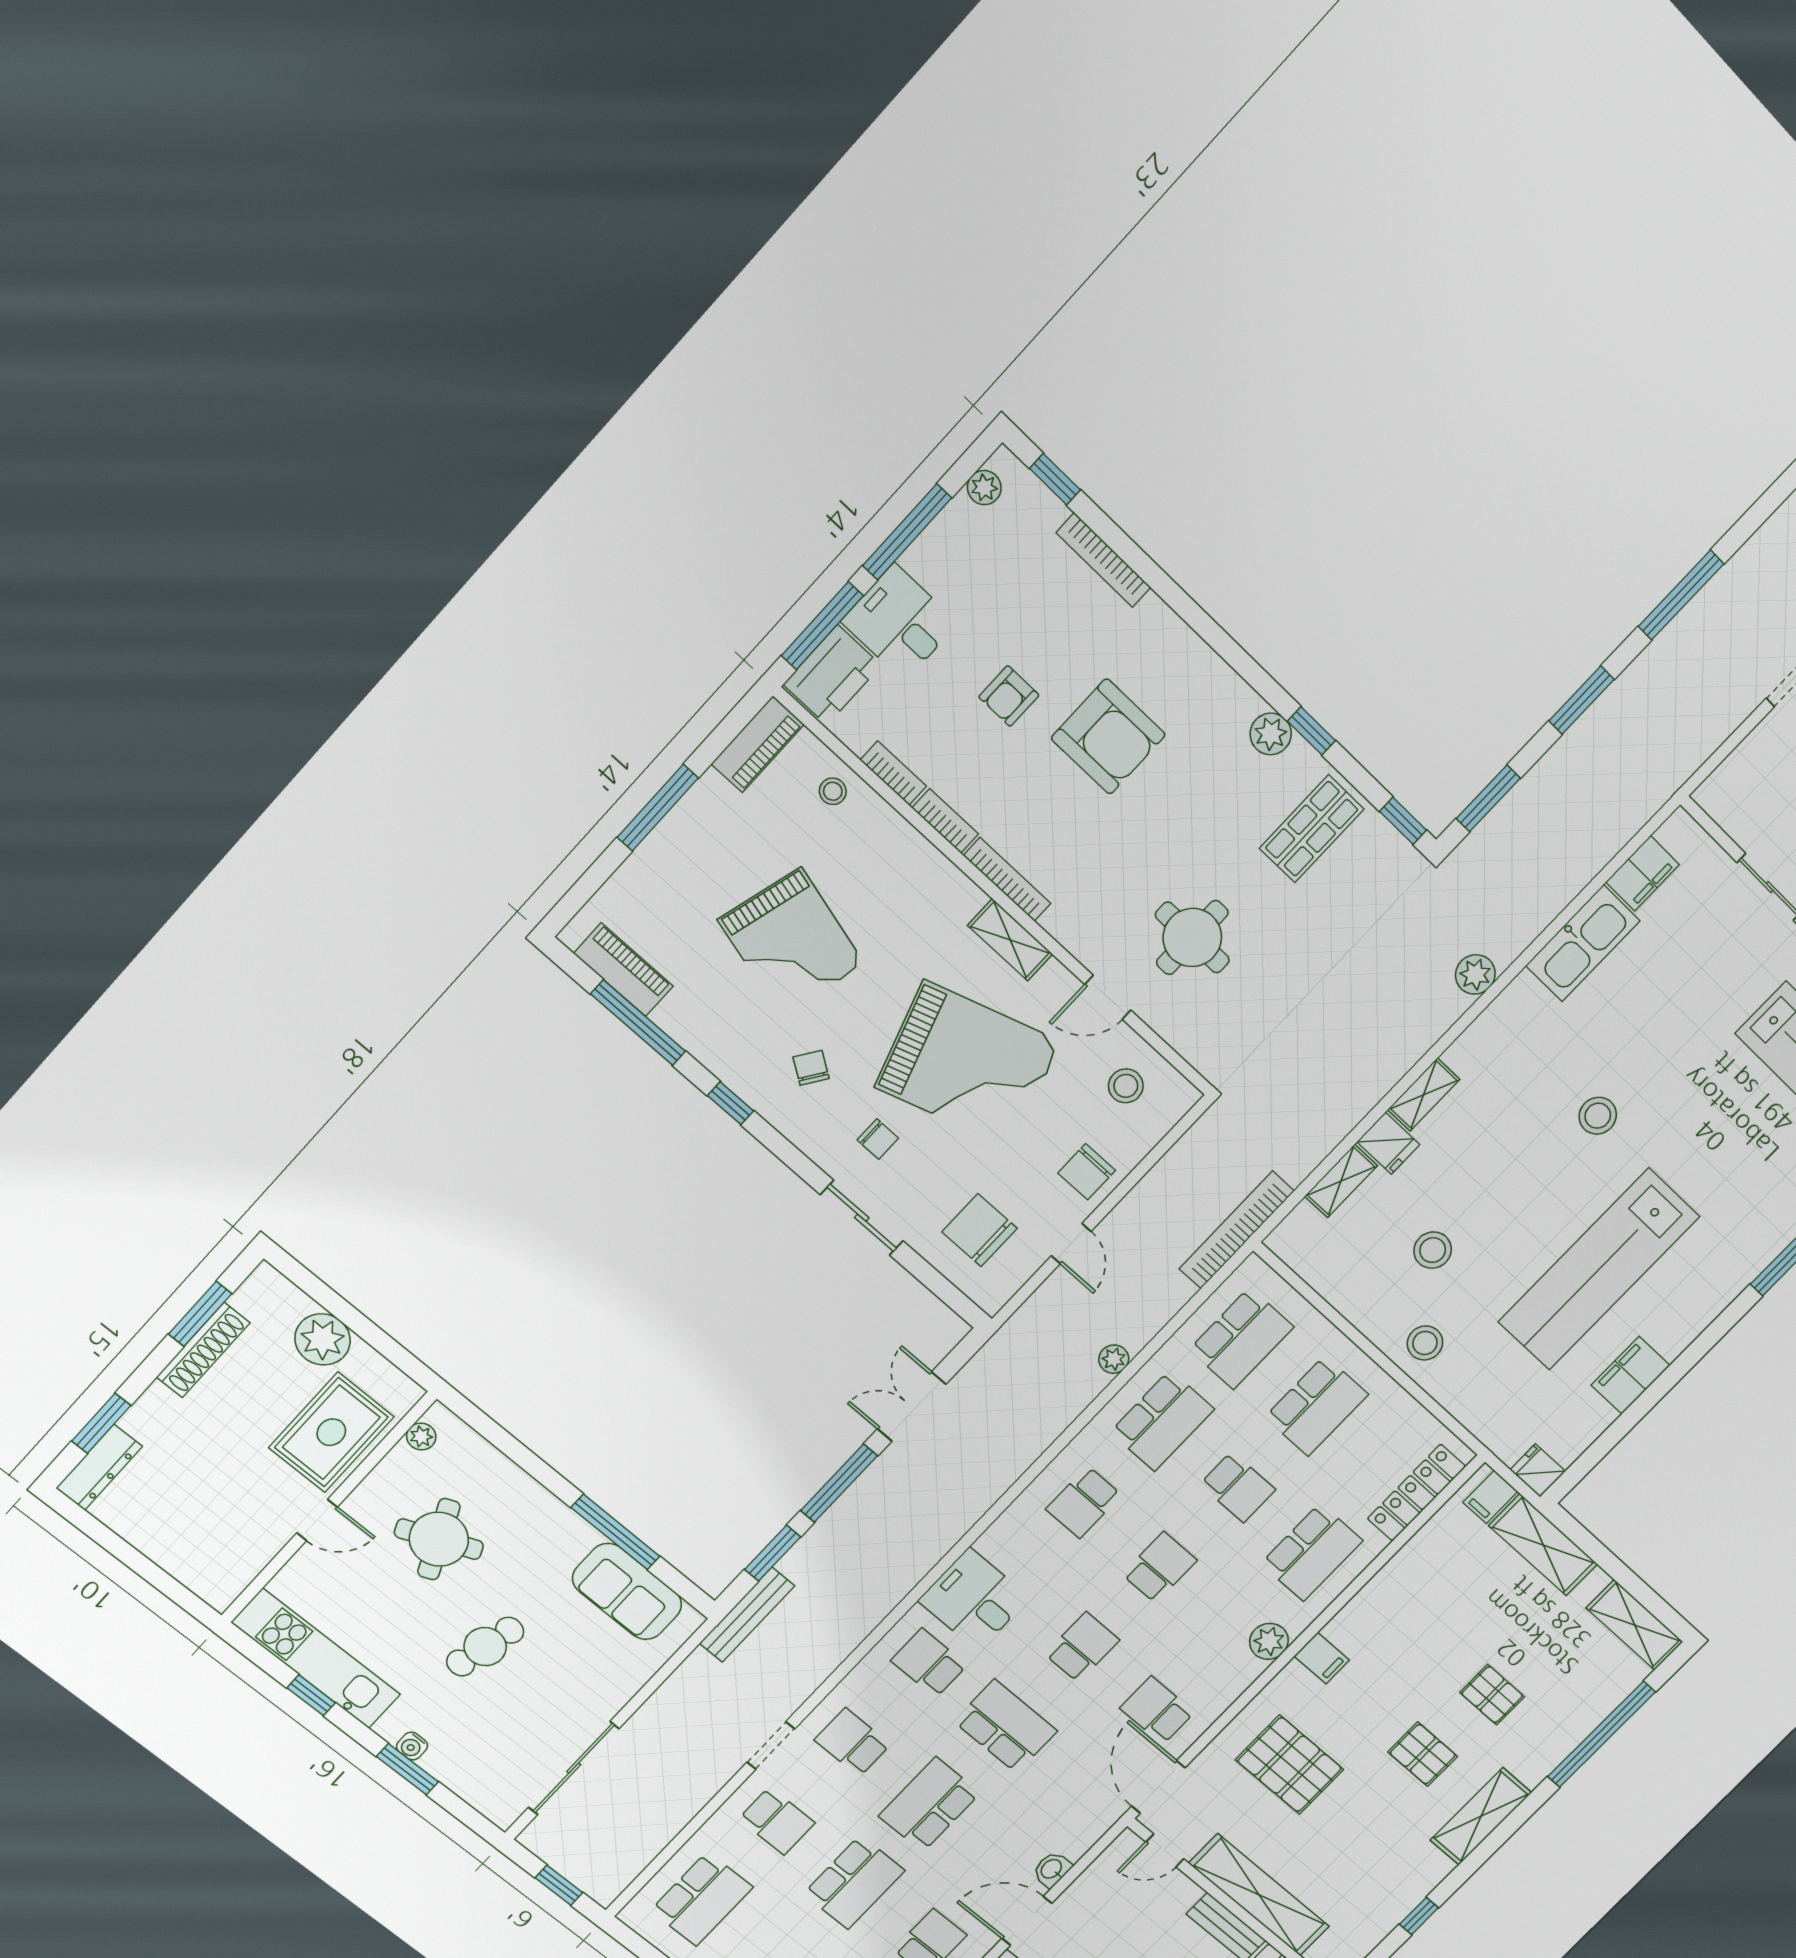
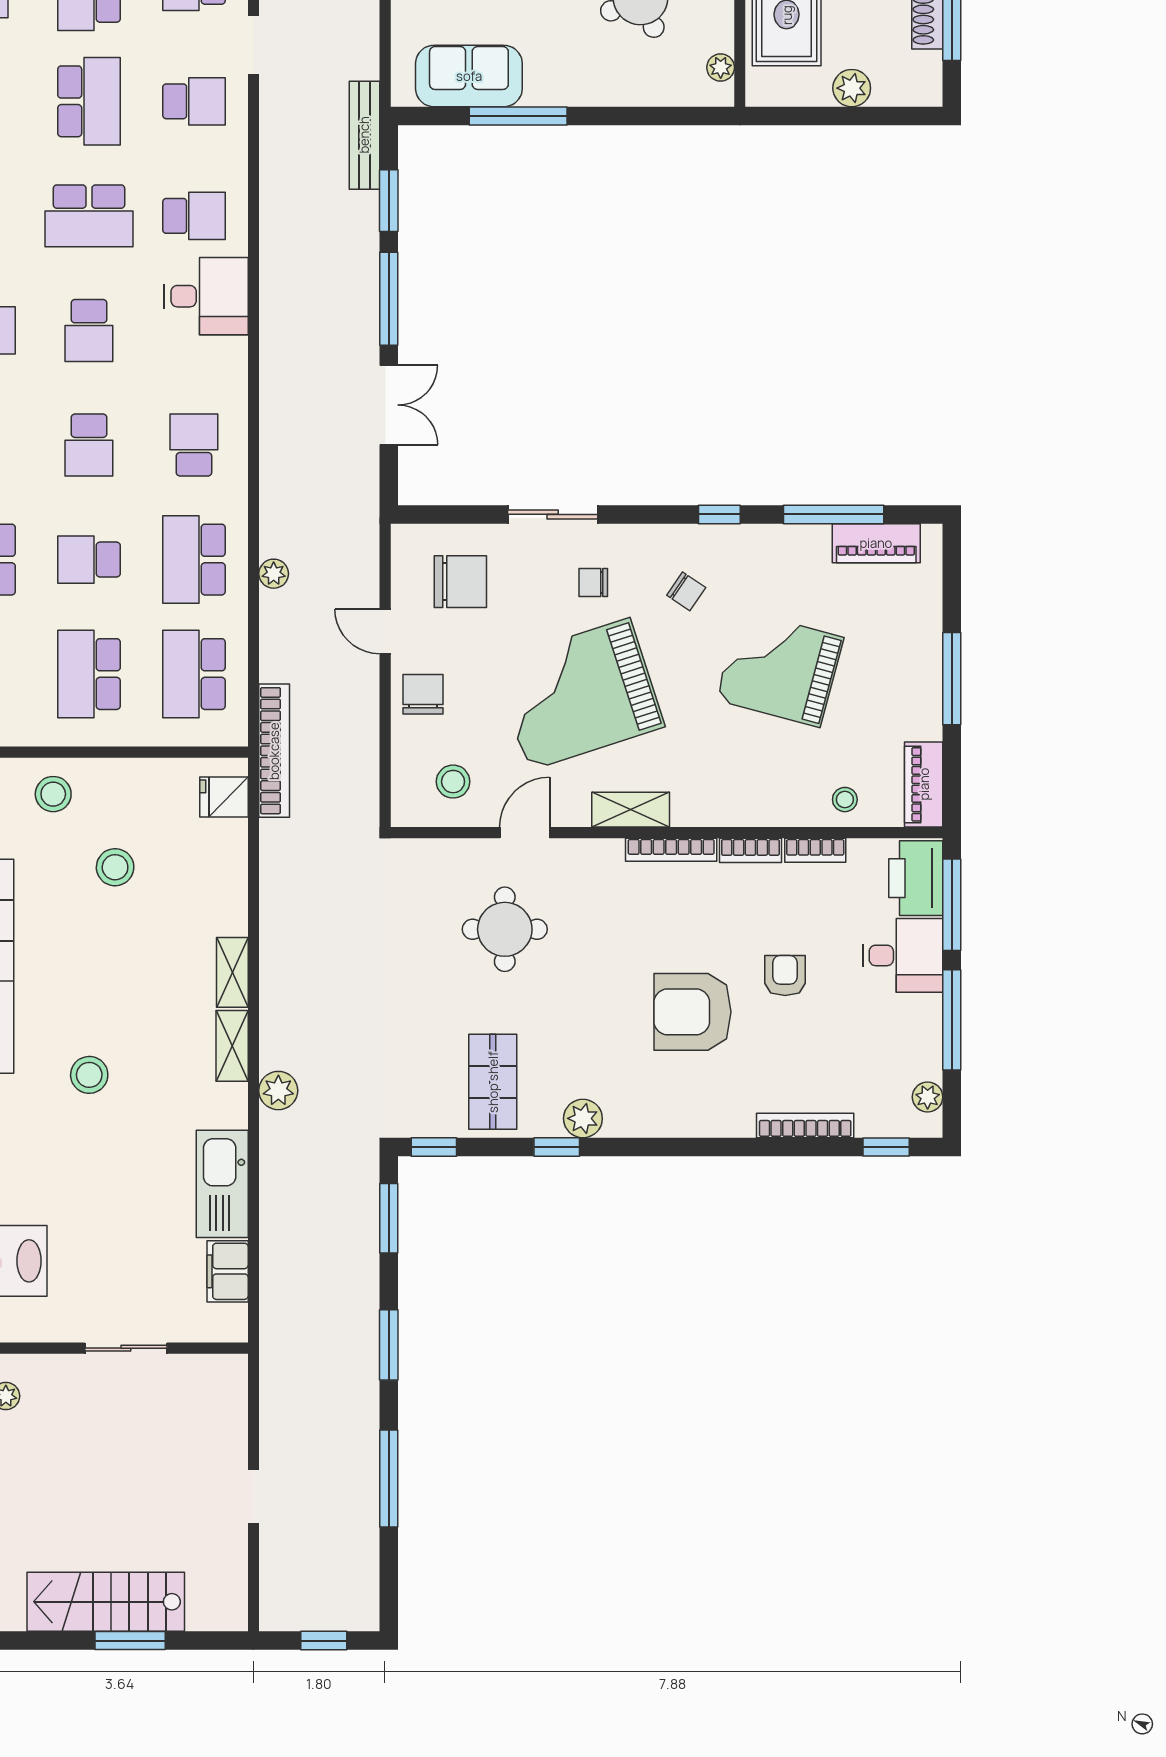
fridge: (1388, 1143) -> (224, 797), moved
shelving: (1341, 1181) -> (232, 1046), moved
plant: (323, 1339) -> (852, 88), width x0.73, depth x0.73

